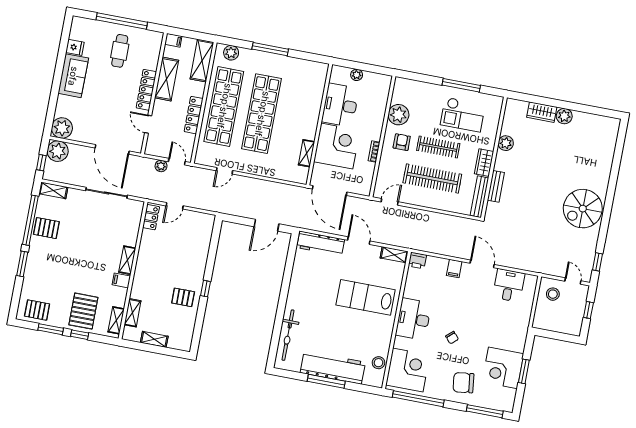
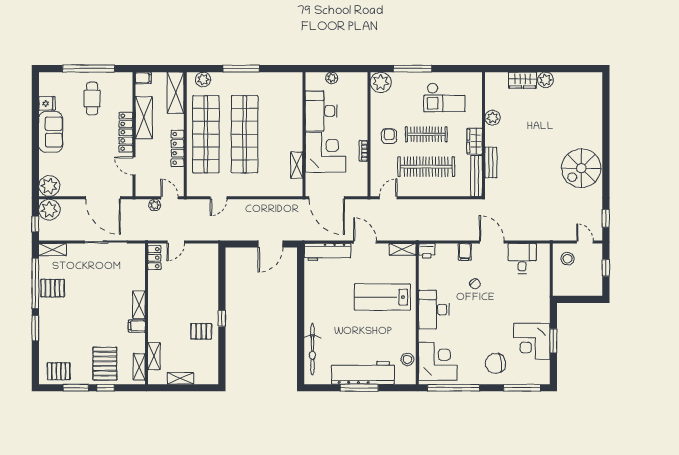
window: (461, 85) -> (413, 69), moved
plant: (398, 115) -> (381, 82), moved
chair: (452, 338) -> (475, 284), moved

